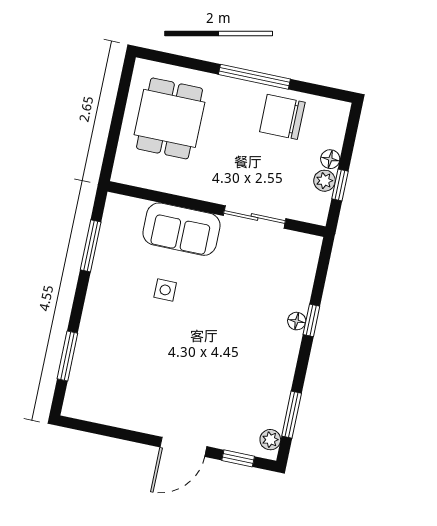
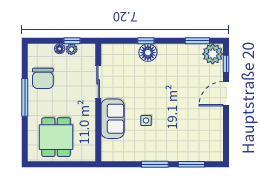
dining table: (170, 118) -> (56, 137), turned 90
window: (91, 246) -> (155, 164), moved
floor lamp: (297, 321) -> (148, 53), width x1.89, depth x1.89
plant: (270, 440) -> (213, 54), width x1.88, depth x1.88
door: (183, 447) -> (226, 94), swing flipped

